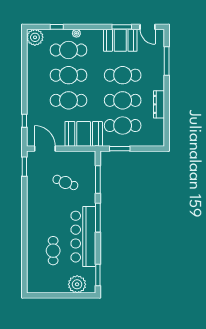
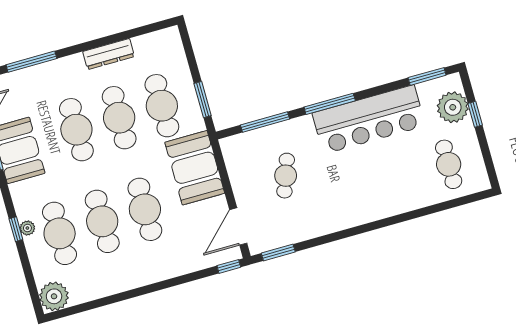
window: (57, 27) -> (16, 229), moved
window: (24, 121) -> (229, 266), moved
cafe table: (53, 251) -> (449, 164), moved, turned 90
window: (70, 295) -> (475, 114), added

